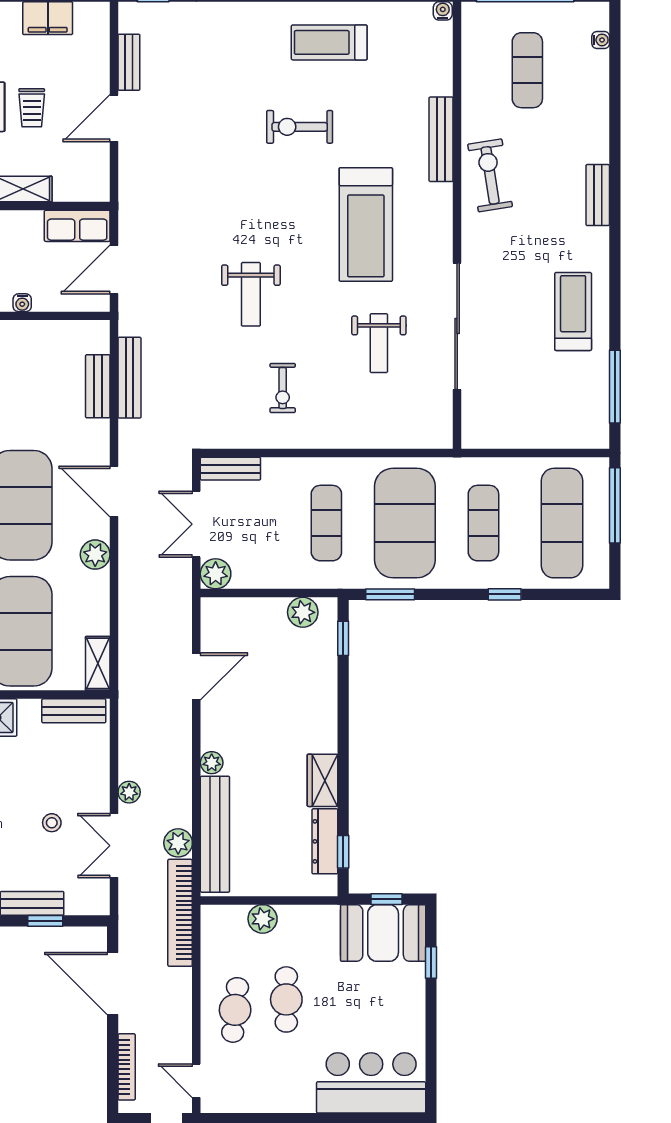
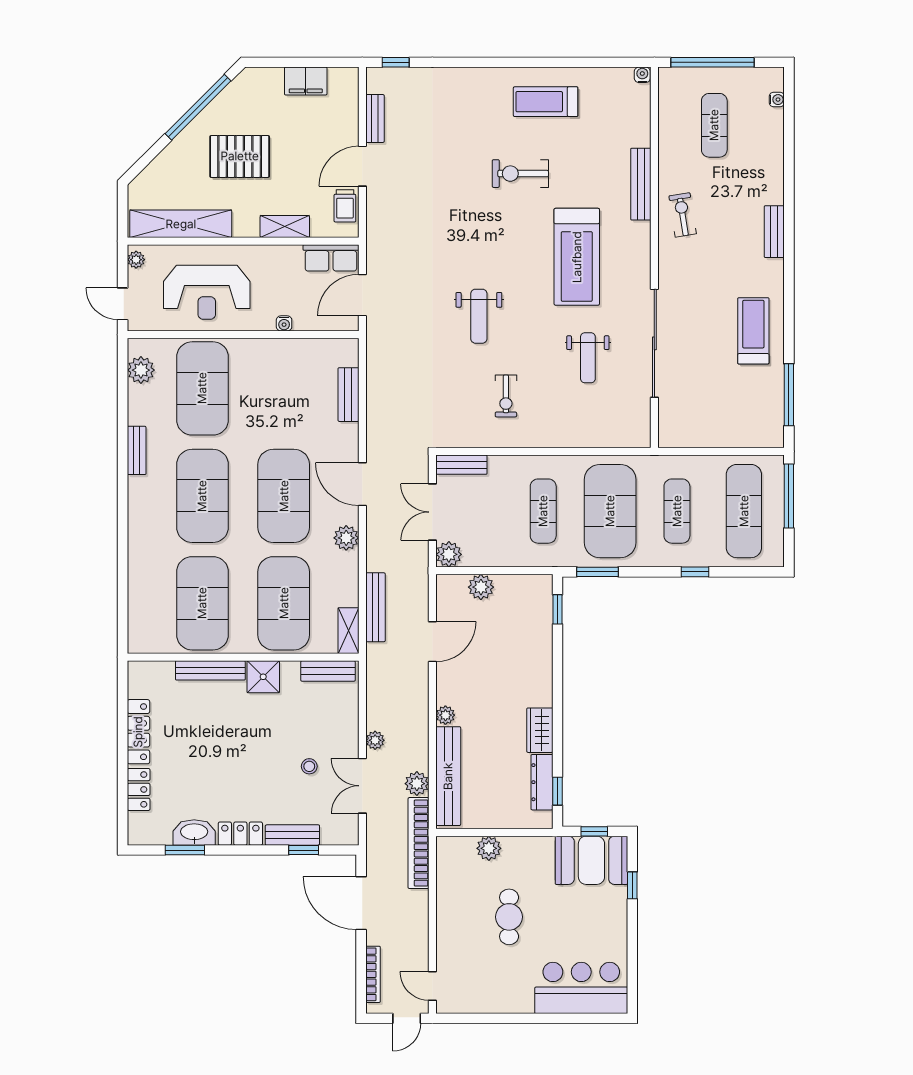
trolley: (32, 108) -> (345, 206), moved
exercise bike: (490, 175) -> (683, 215), width x0.73, depth x0.72
bench: (129, 378) -> (375, 607), moved
plant: (303, 612) -> (481, 587), moved
cafe table: (235, 1010) -> (465, 926), removed

